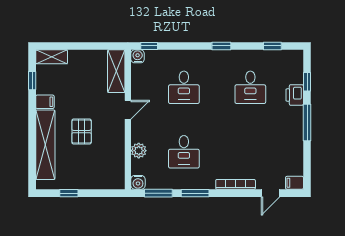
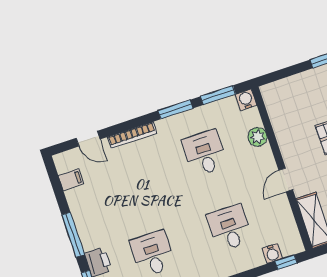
water cooler: (138, 56) -> (272, 253), moved
filing cabinet: (295, 183) -> (71, 180), moved
door: (270, 193) -> (88, 139), swing flipped

